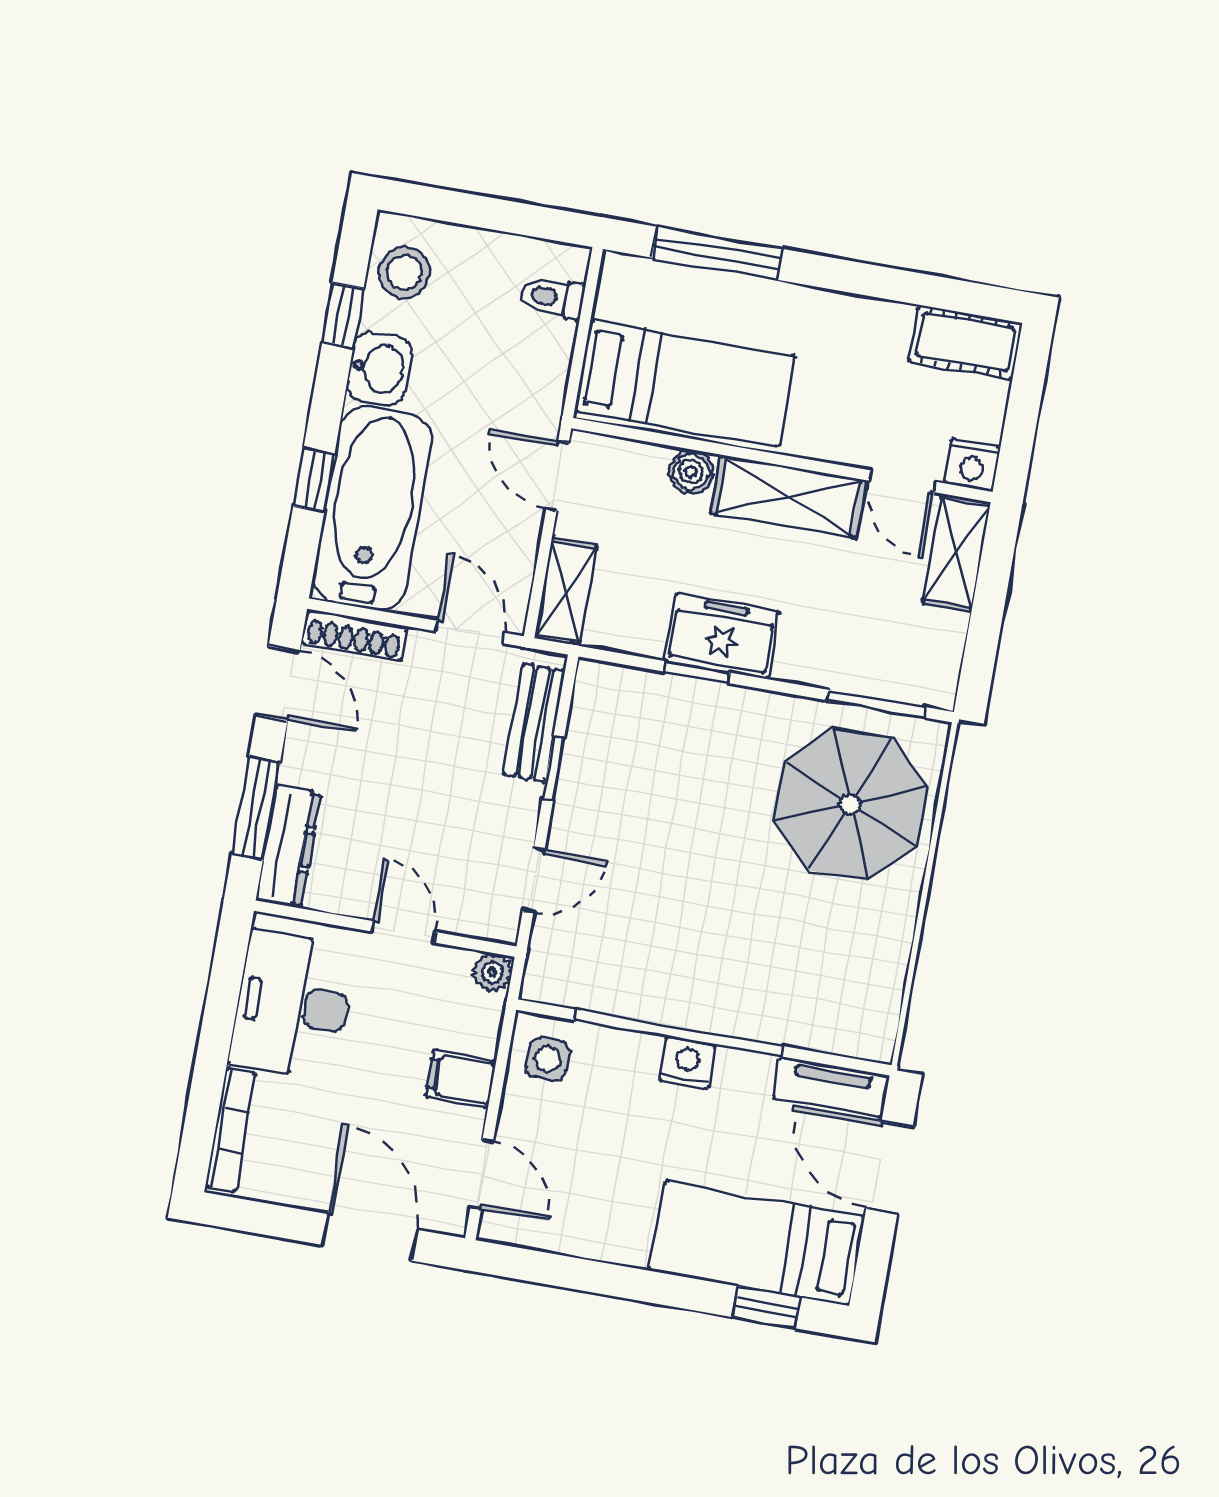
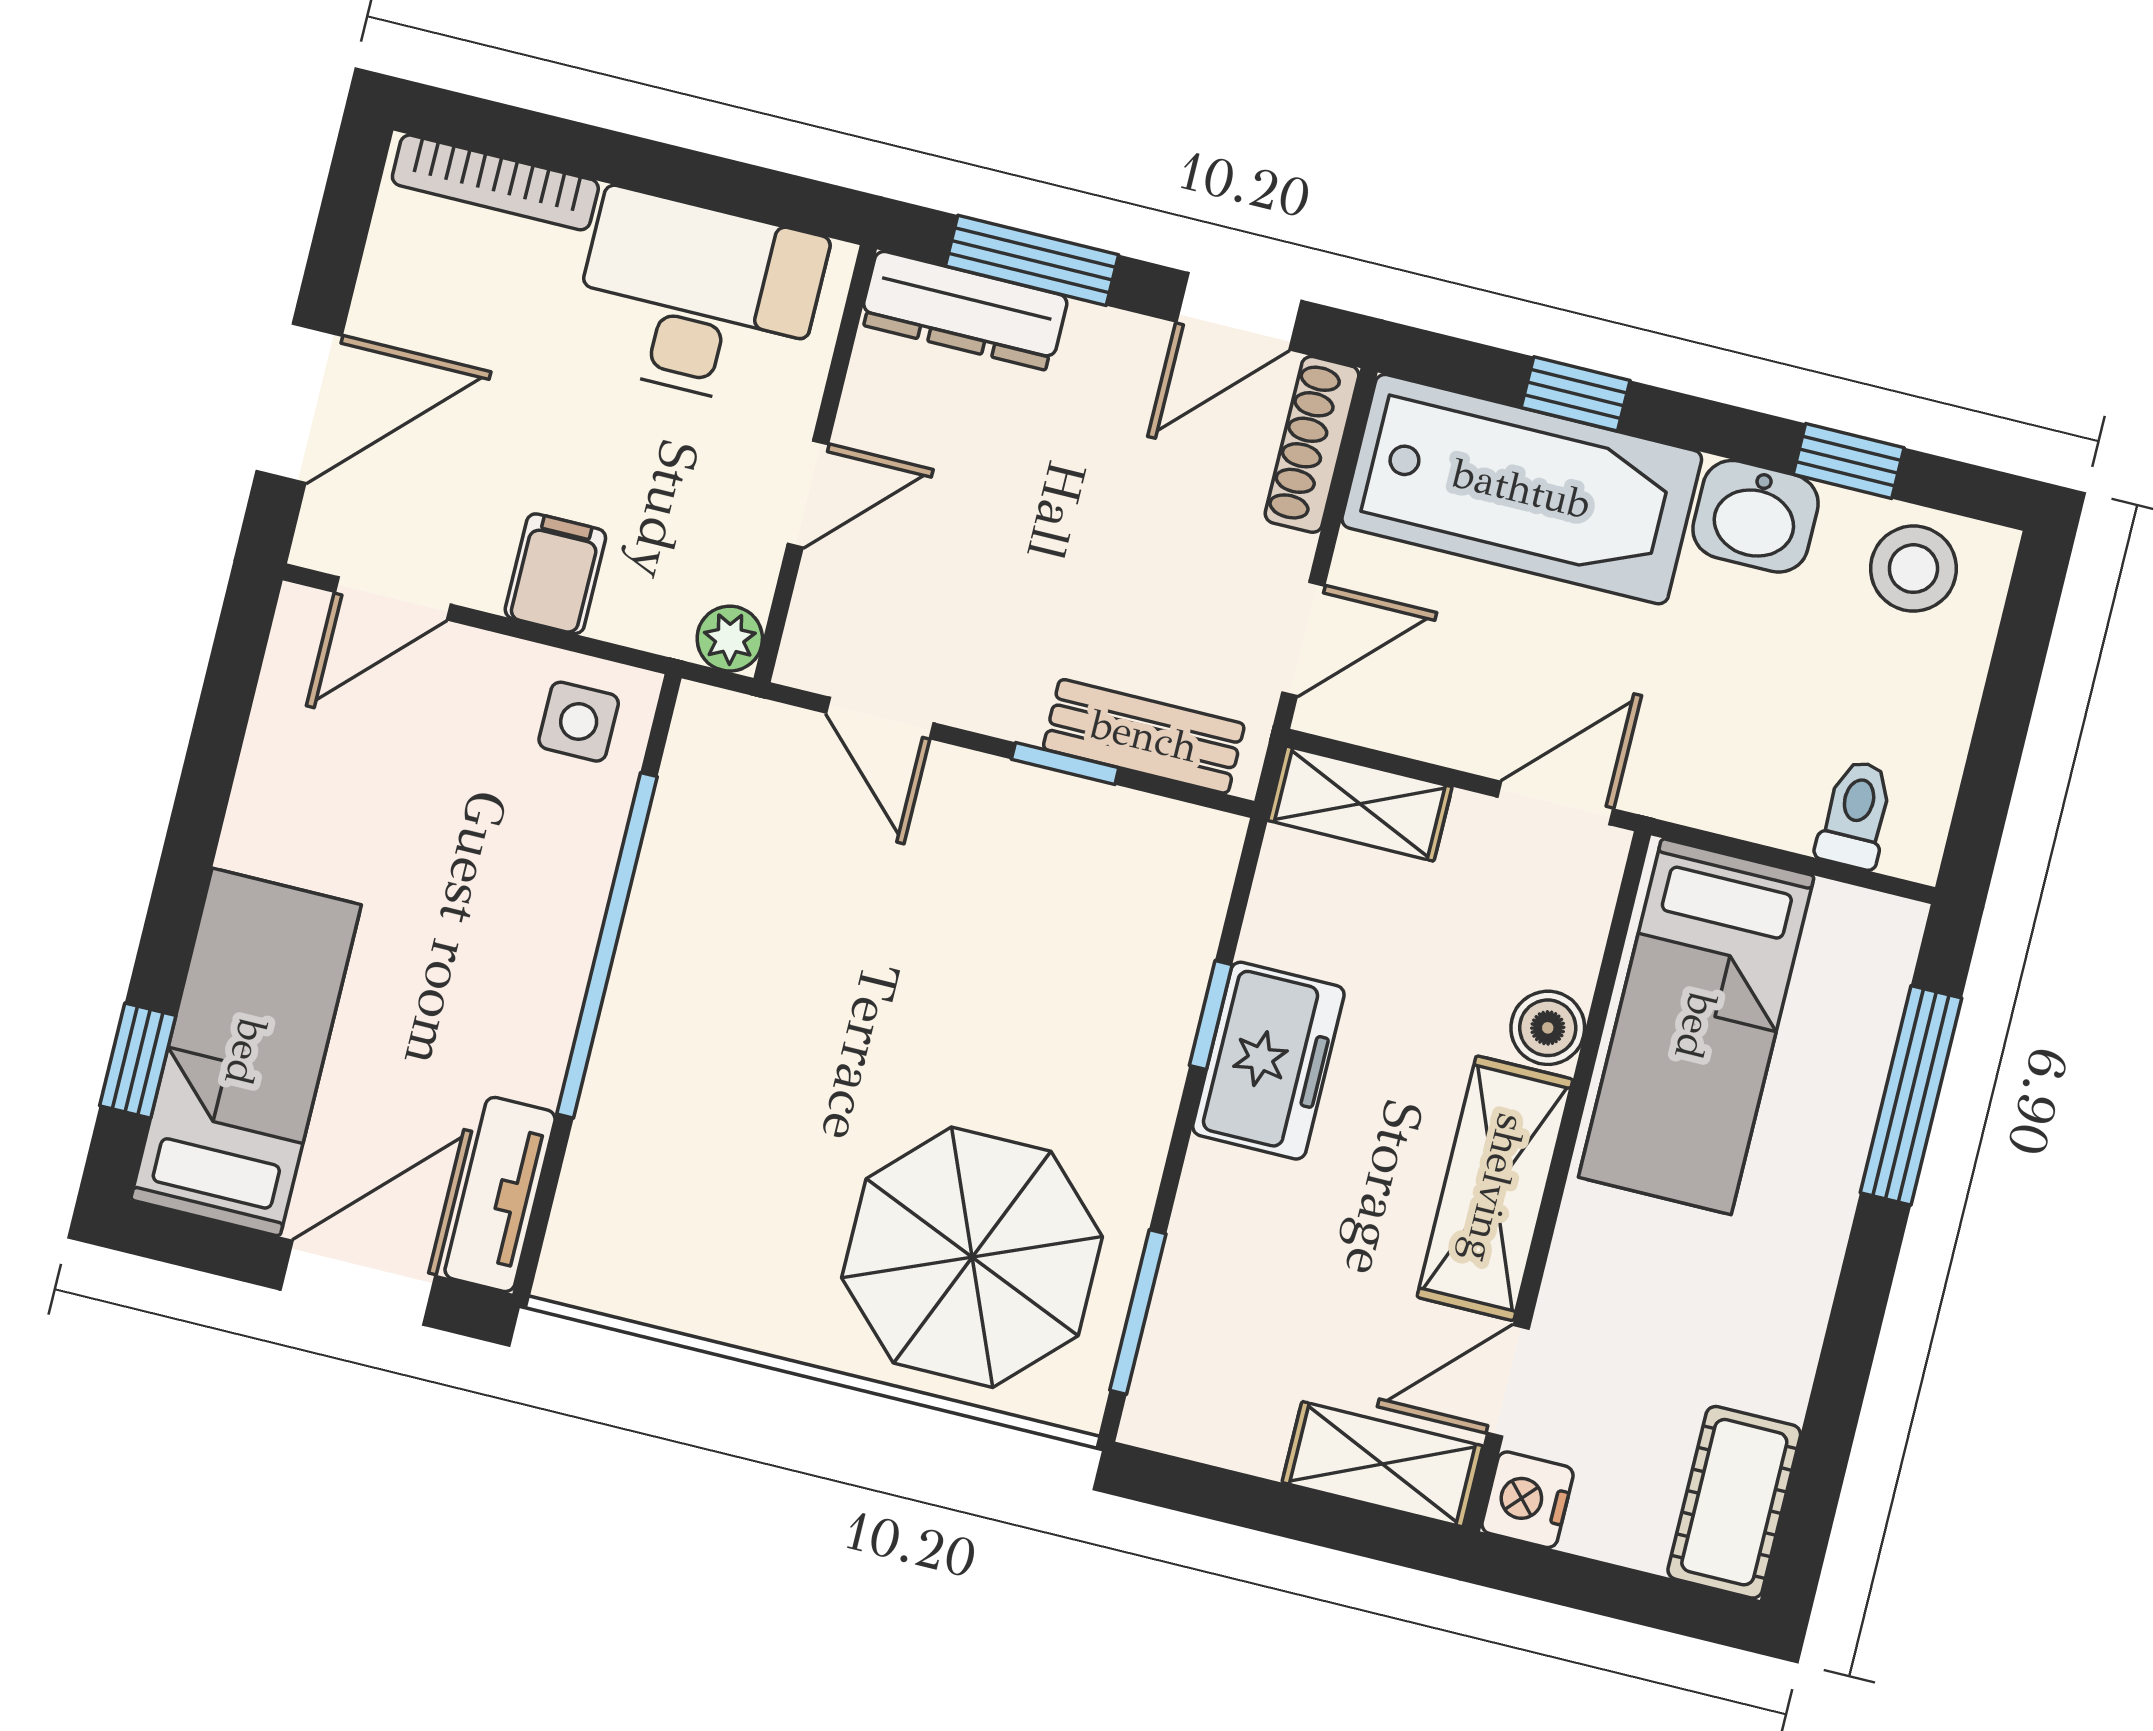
nightstand: (687, 1063) -> (556, 955), removed

